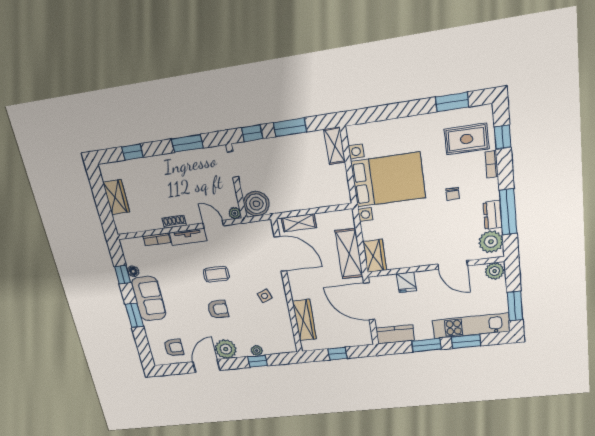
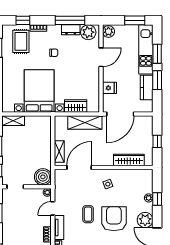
wardrobe: (375, 256) -> (76, 106), moved
armchair: (218, 309) -> (114, 219), width x1.88, depth x1.88
kitchen counter: (395, 334) -> (147, 87), moved

